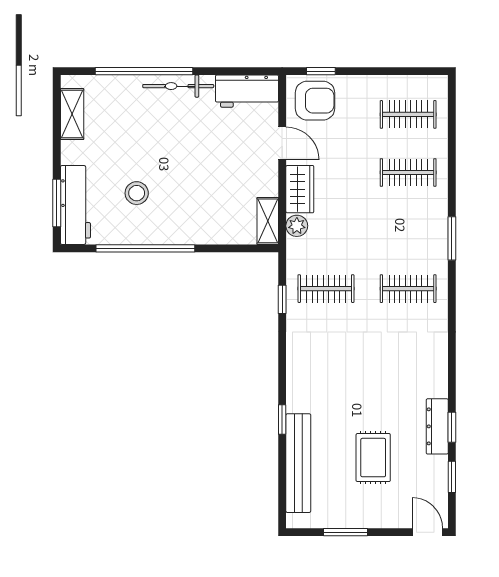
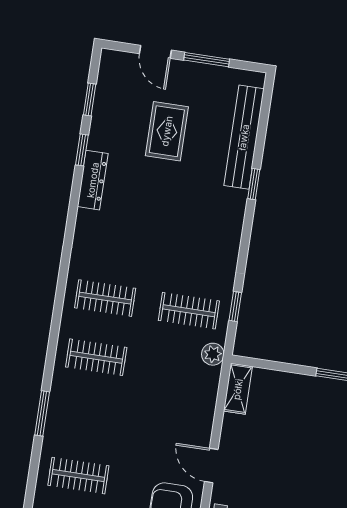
clothes rail: (408, 172) -> (96, 357), moved
wardrobe: (300, 189) -> (200, 416), removed
plant: (297, 226) -> (213, 354), moved
window: (452, 238) -> (42, 413), moved
dresser: (437, 426) -> (93, 180), moved
door: (427, 532) -> (155, 52), moved

